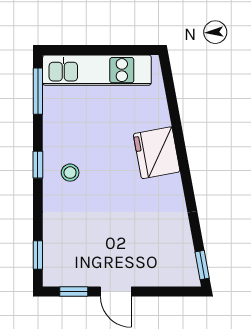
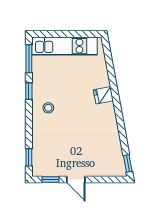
fridge: (157, 153) -> (103, 95), width x0.53, depth x0.75
window: (38, 165) -> (29, 91), moved

